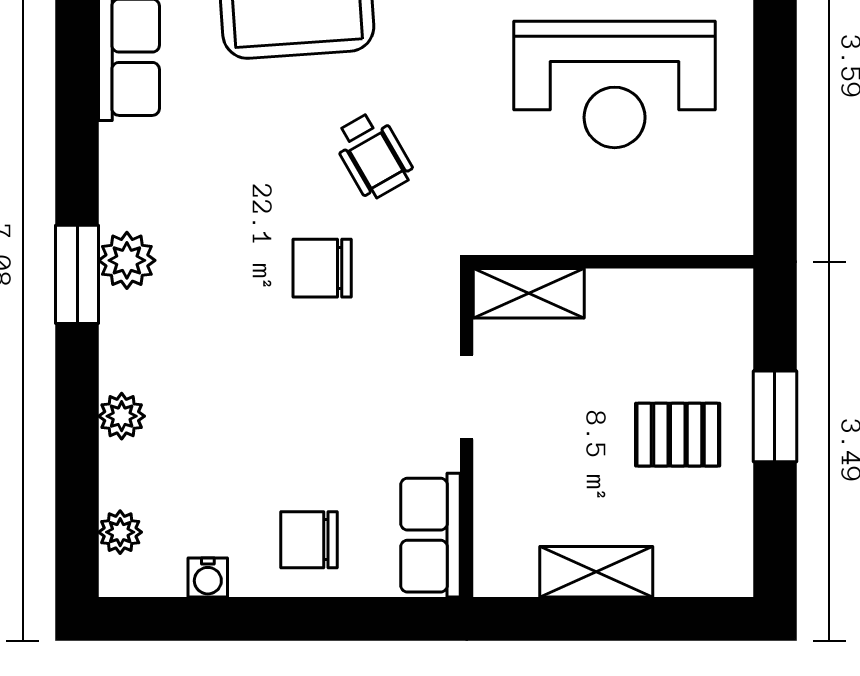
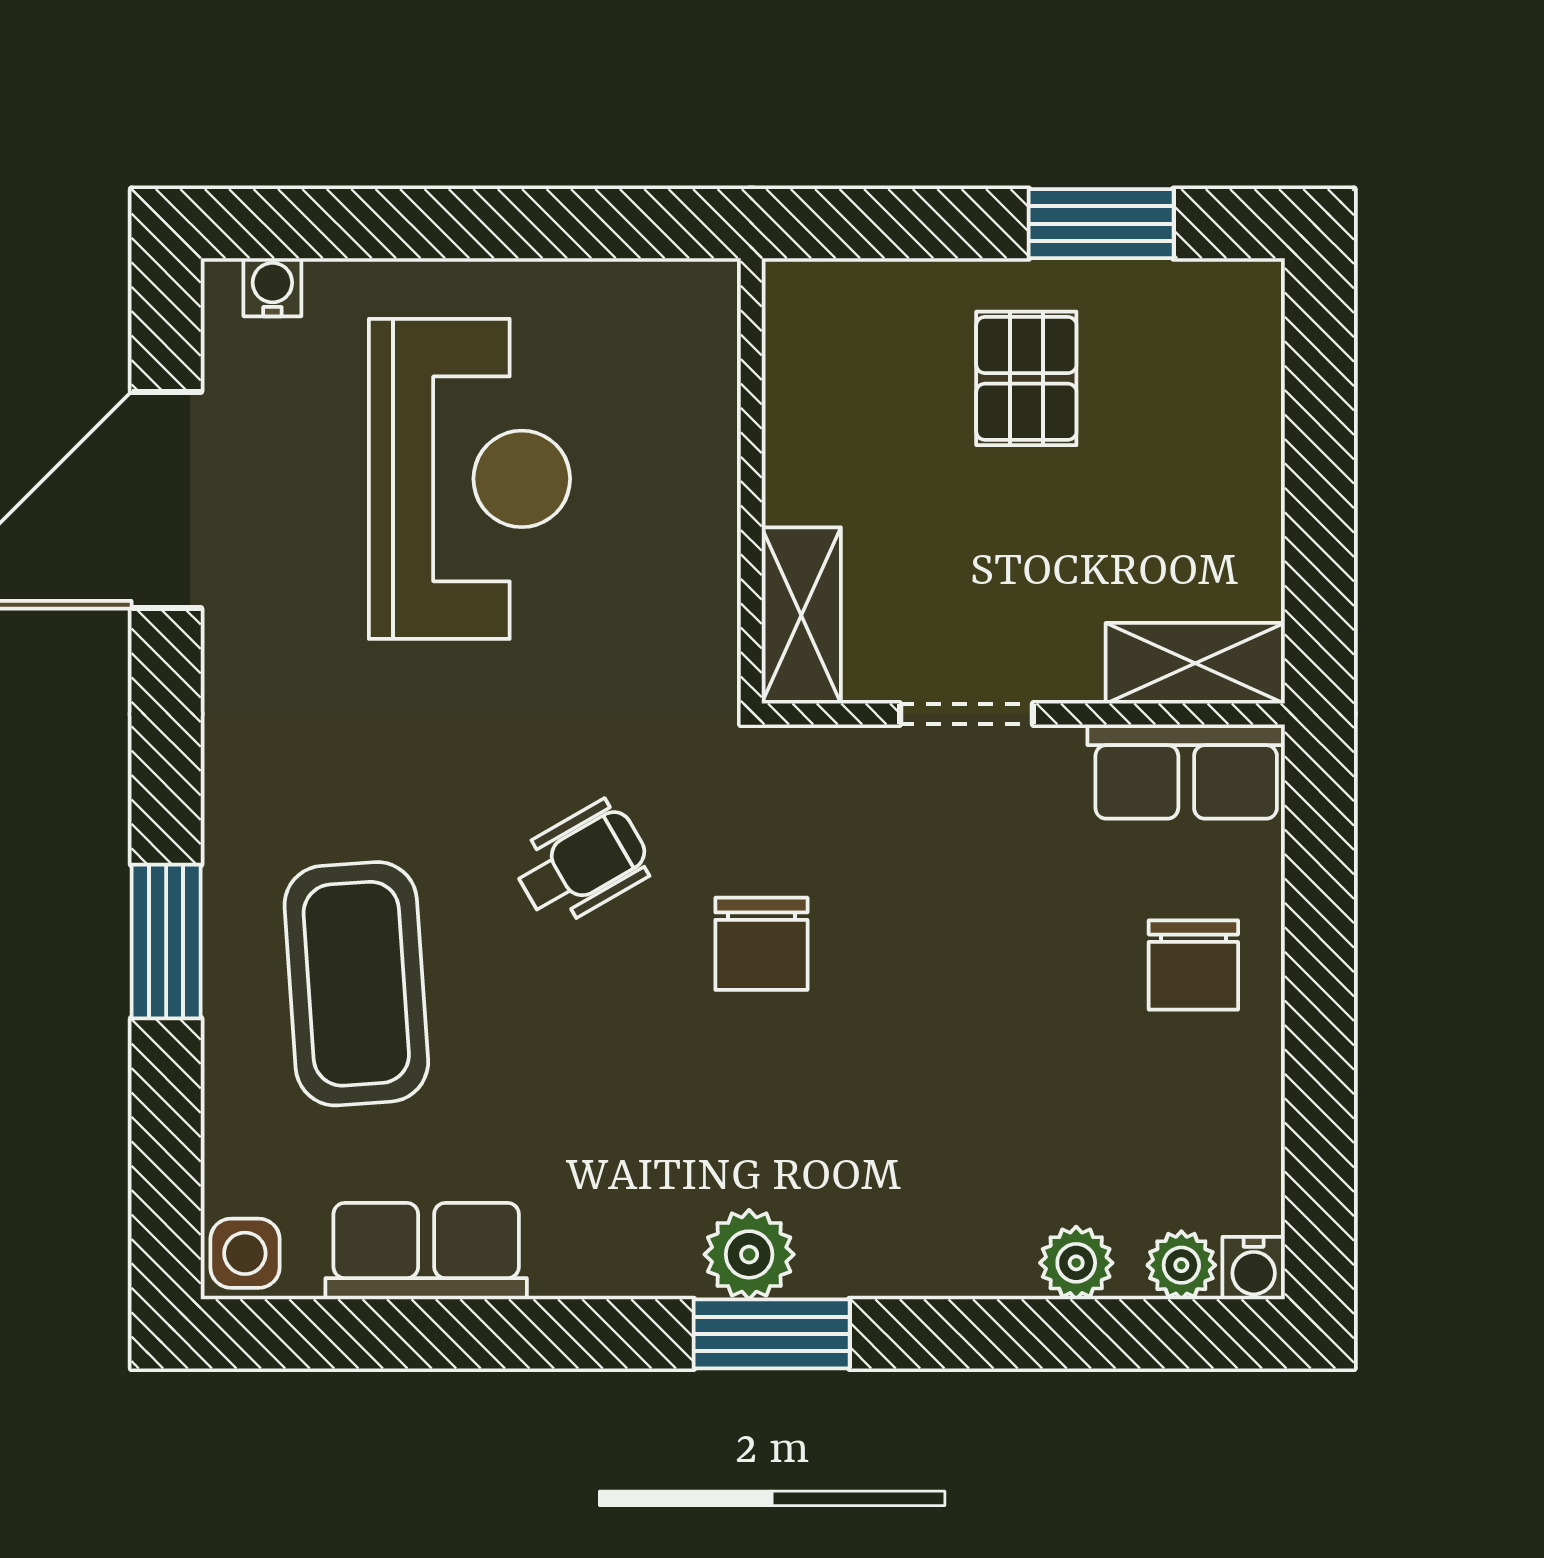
plant: (122, 416) -> (1076, 1263), moved
window: (775, 416) -> (1101, 224), moved
shelving: (596, 572) -> (1195, 663), moved, turned 90
water cooler: (208, 578) -> (1254, 1268), moved, turned 90

